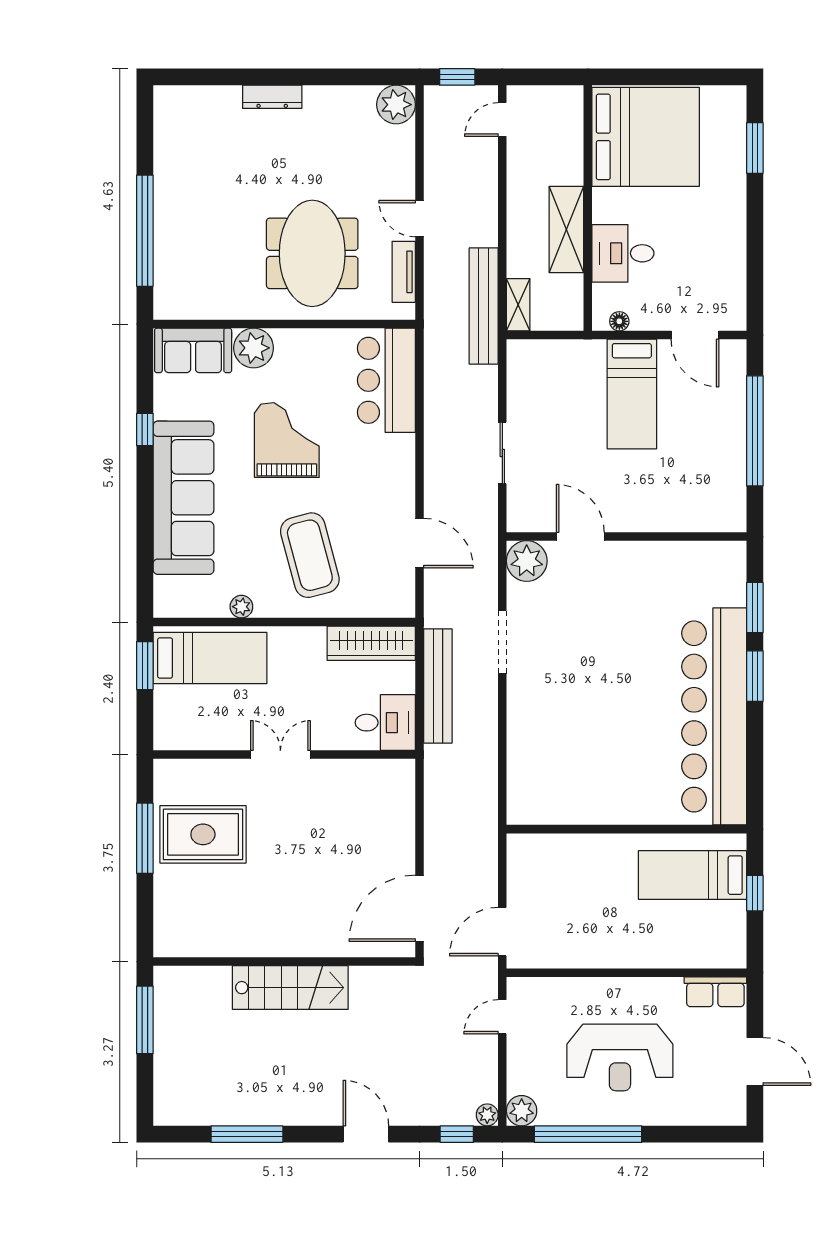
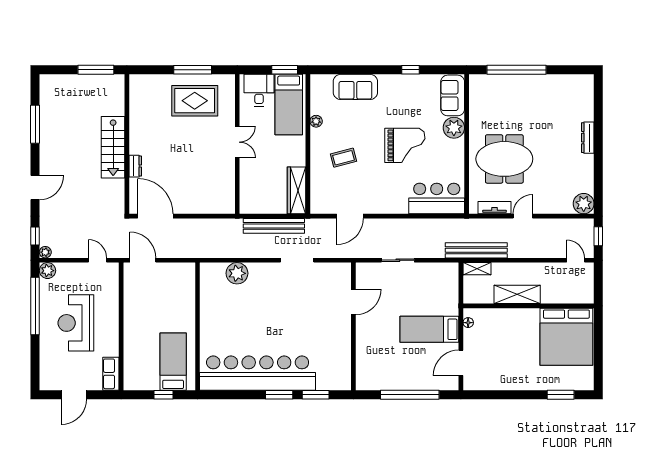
desk: (623, 253) -> (504, 325), removed
sofa: (184, 498) -> (355, 87), width x0.54, depth x0.79
coffee table: (310, 555) -> (344, 158), width x0.54, depth x0.58
plant: (527, 561) -> (237, 273), moved
desk: (385, 723) -> (259, 90), moved, turned 180
rug: (203, 834) -> (195, 101), turned 90
dresser: (326, 946) -> (135, 166), added

